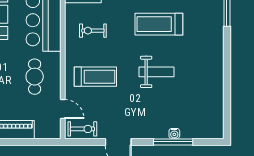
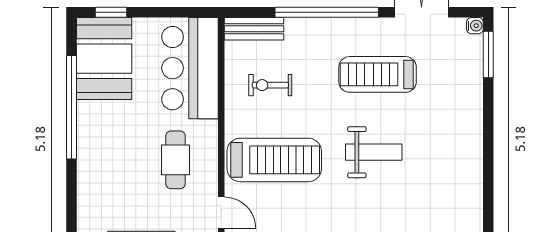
treadmill: (95, 77) -> (274, 160), width x1.37, depth x1.38

